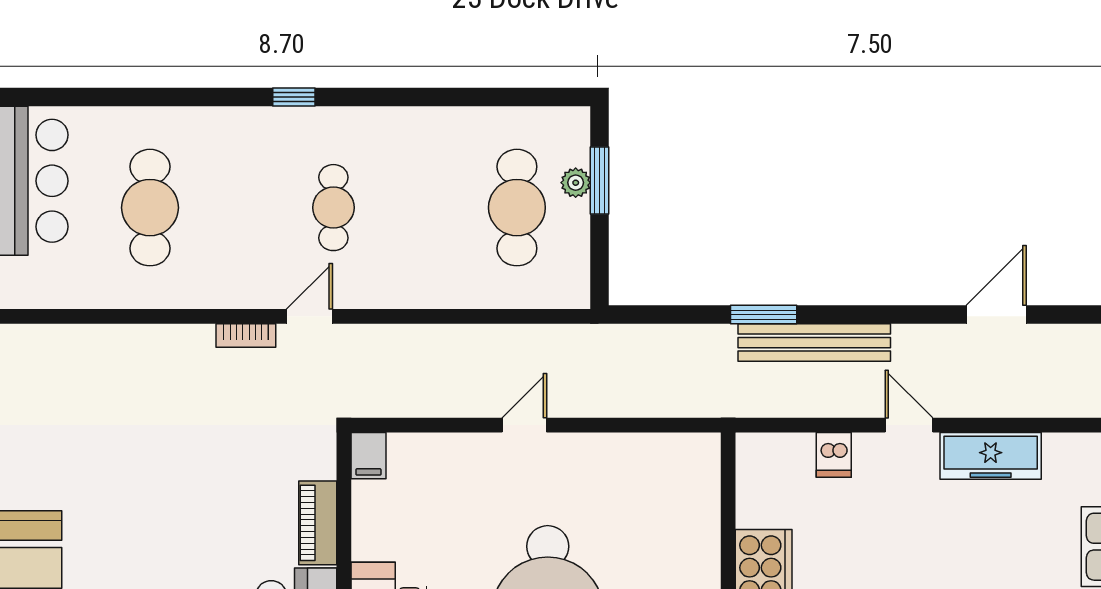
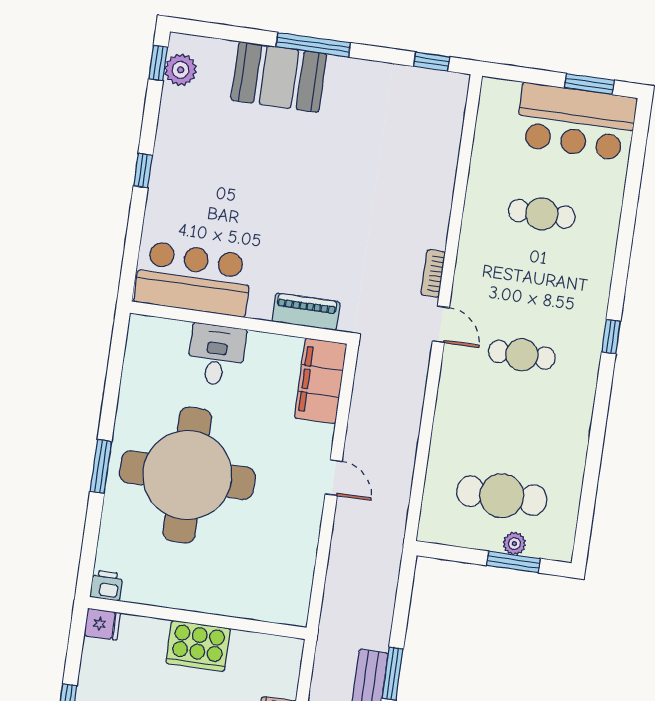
cafe table: (150, 208) -> (542, 214), width x0.73, depth x0.74
filing cabinet: (368, 456) -> (321, 381), width x3.00, depth x1.17
piano: (318, 523) -> (306, 312), moved

